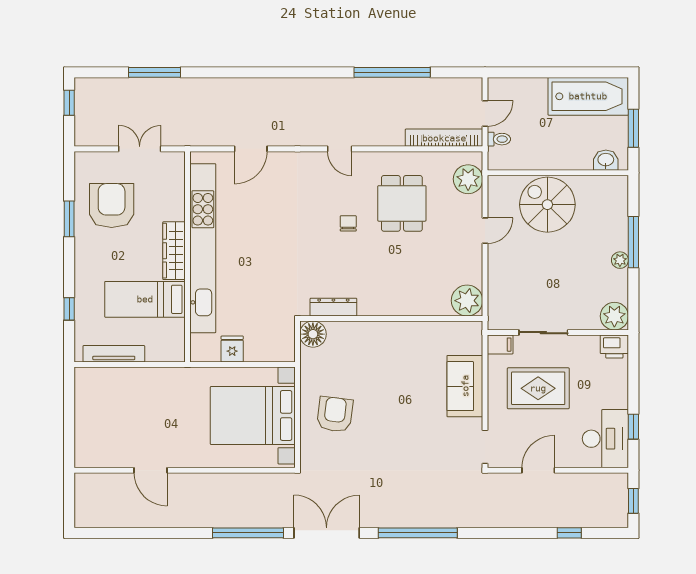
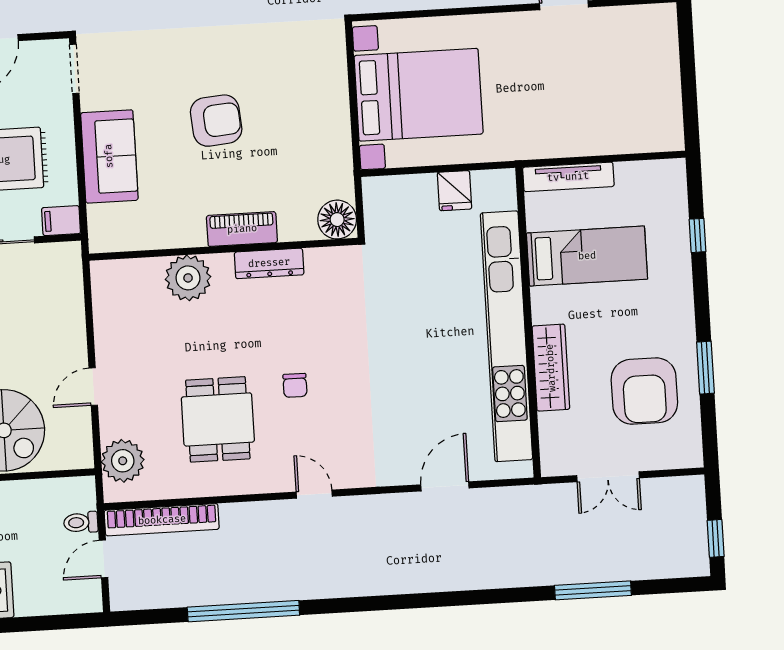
wardrobe: (174, 251) -> (551, 368), moved
plant: (467, 301) -> (188, 278), moved
dresser: (333, 307) -> (269, 263), moved
piano: (378, 332) -> (242, 229), added
tv unit: (114, 354) -> (568, 177), moved
armchair: (335, 414) -> (216, 121), moved, turned -102

